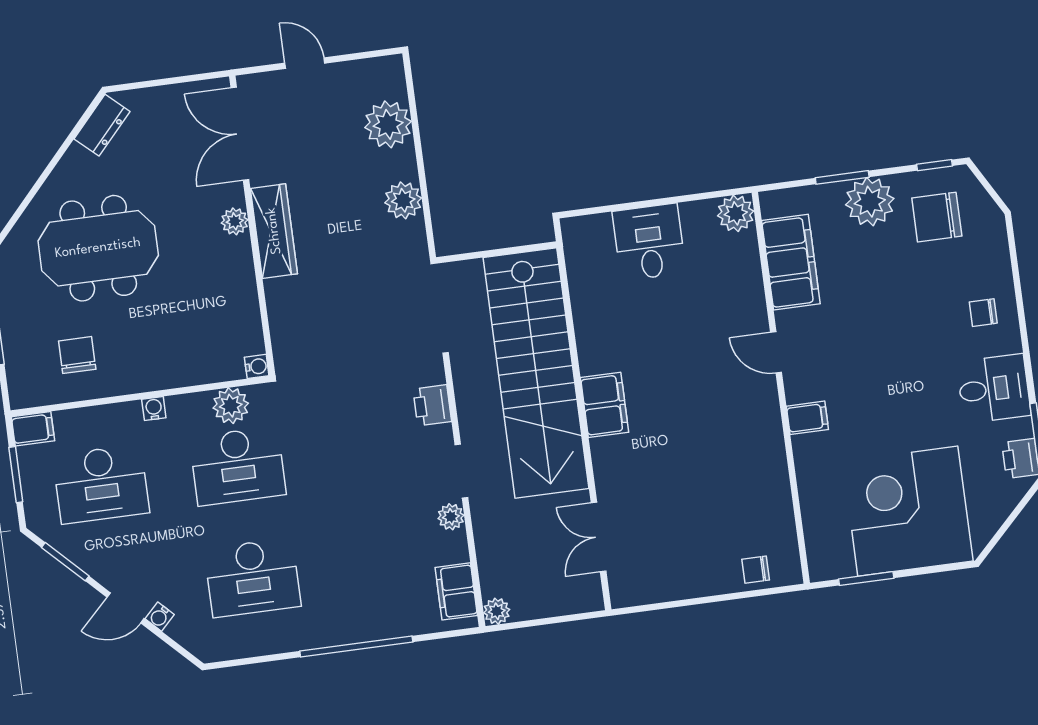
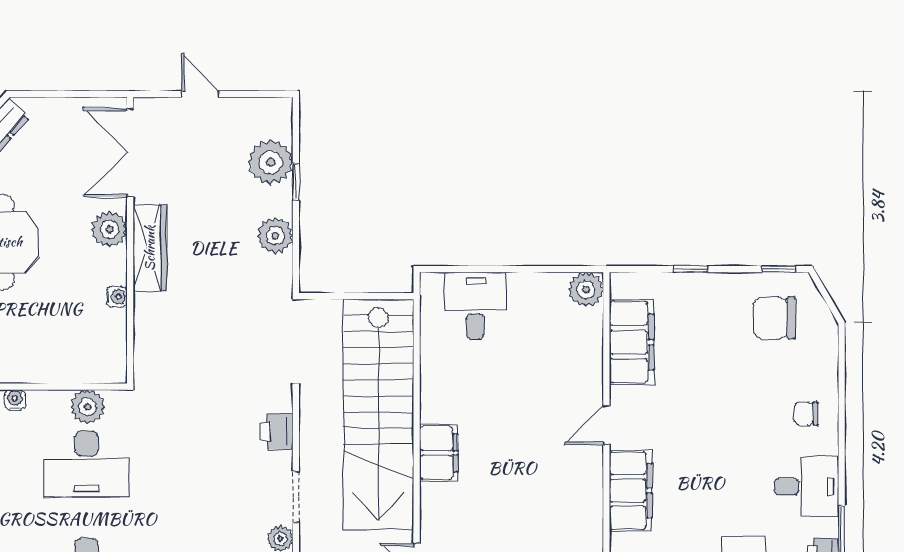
window: (417, 141) -> (296, 182), added
window: (842, 177) -> (690, 269), width x0.67
plant: (870, 202) -> (713, 295), removed
plant: (235, 221) -> (109, 229), width x1.38, depth x1.38
desk: (649, 242) -> (475, 306), moved
door: (776, 352) -> (606, 425), hinge flipped
water cooler: (257, 366) -> (117, 297), moved
filing cabinet: (807, 418) -> (631, 490), width x3.00, depth x1.17

